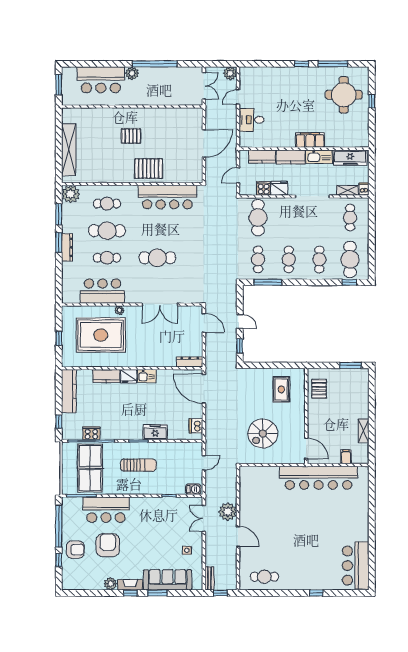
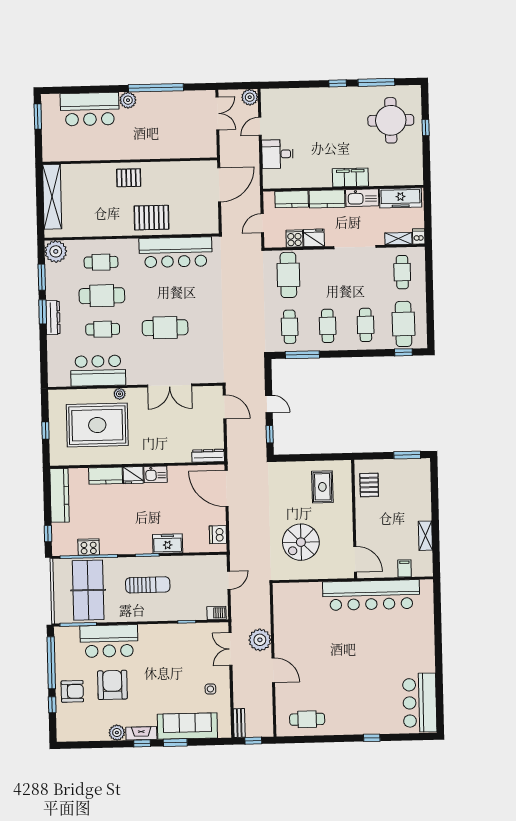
wall: (132, 107) -> (130, 161), moved

